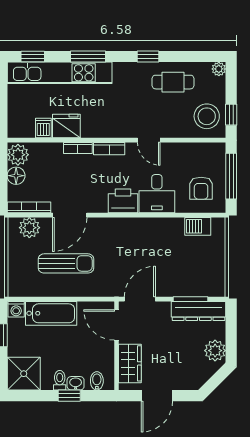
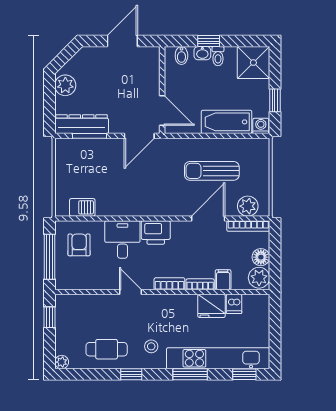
stool: (207, 116) -> (151, 346), moved, width x0.53, depth x0.53
filing cabinet: (54, 153) -> (223, 280), added
wardrobe: (130, 363) -> (149, 73), removed

